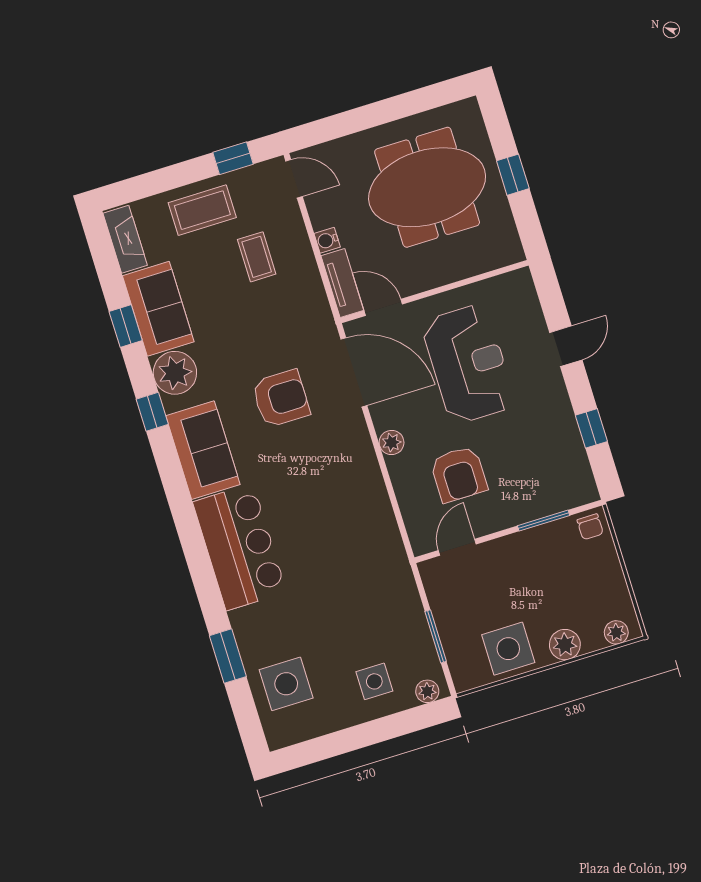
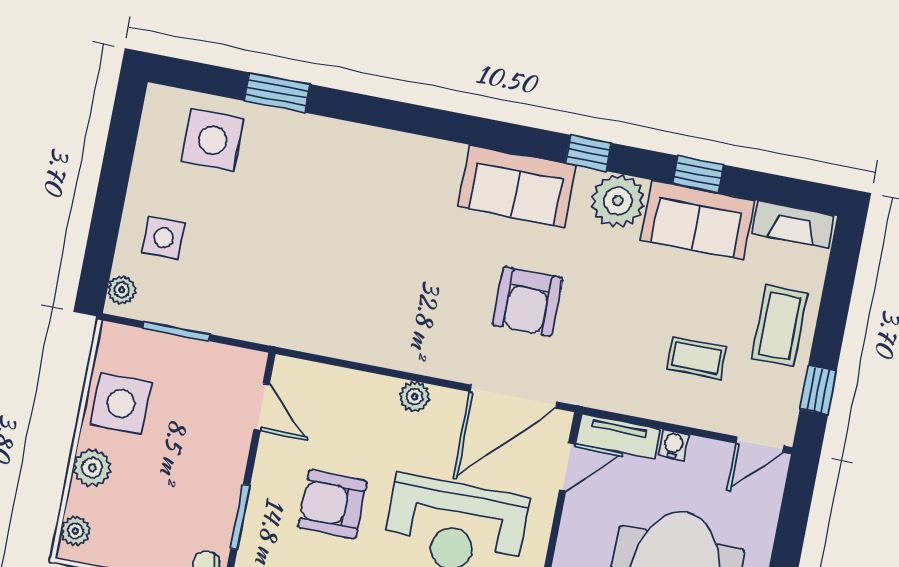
armchair: (459, 474) -> (333, 504), moved
bar counter: (240, 547) -> (389, 169), removed

